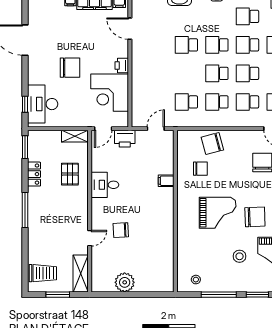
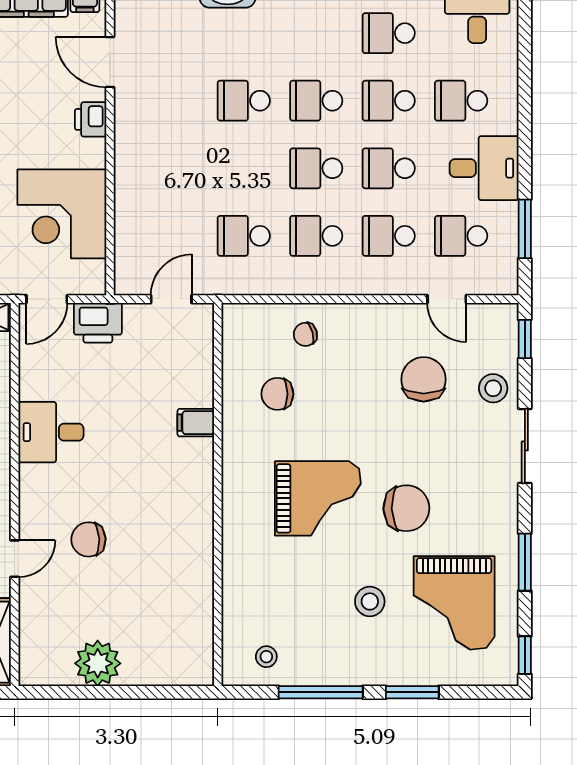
printer: (122, 66) -> (91, 119), moved
chair: (212, 144) -> (305, 334), width x0.54, depth x0.54
chair: (200, 169) -> (277, 394), turned 180

